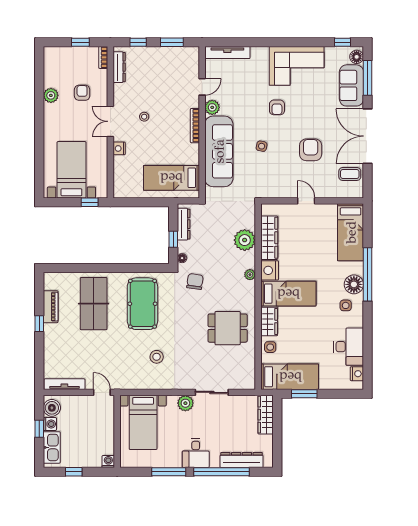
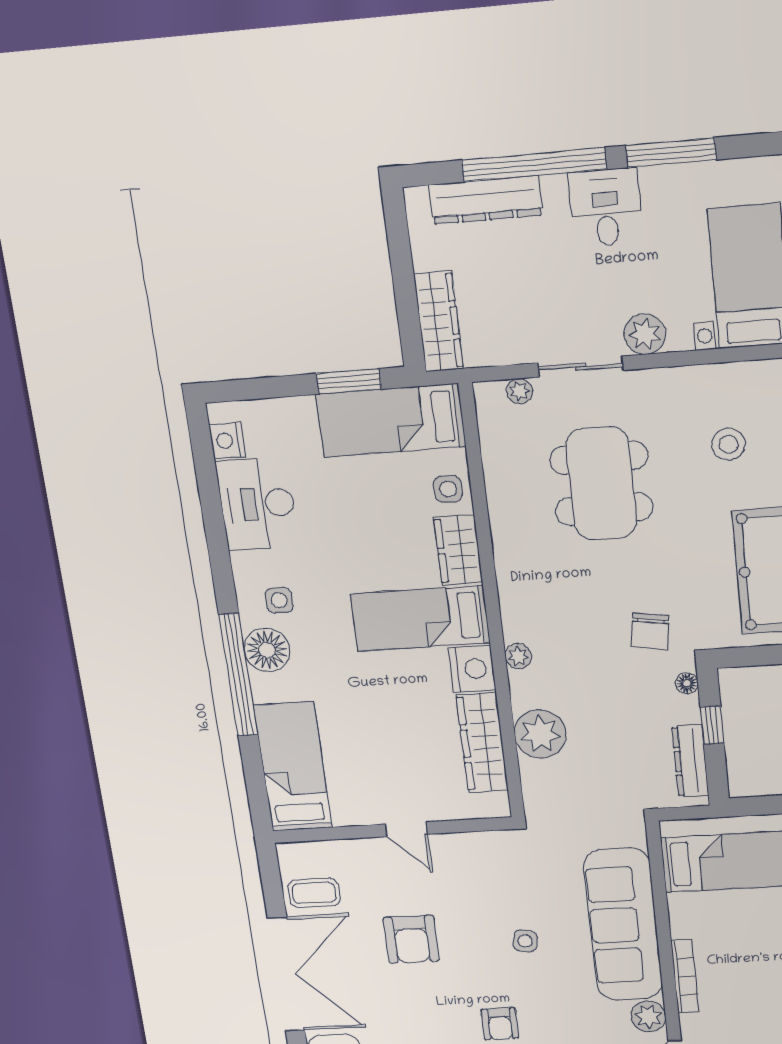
armchair: (277, 107) -> (500, 1024), turned 180
dining table: (228, 328) -> (601, 484), moved, width x1.38
plant: (237, 385) -> (519, 391), added

